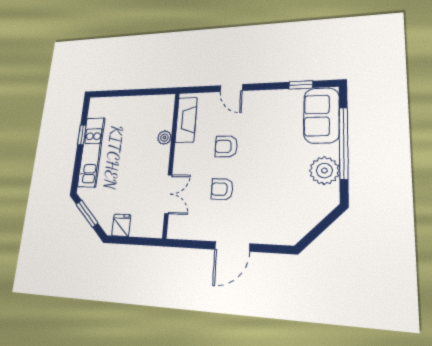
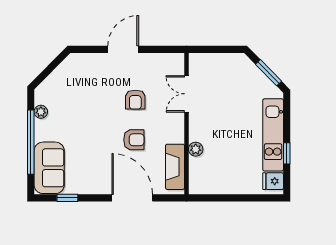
door: (231, 88) -> (132, 198), width x1.88
plant: (324, 171) -> (41, 112), width x0.53, depth x0.53
armchair: (222, 189) -> (135, 100), turned 90
fridge: (121, 225) -> (273, 181), moved, turned 90

